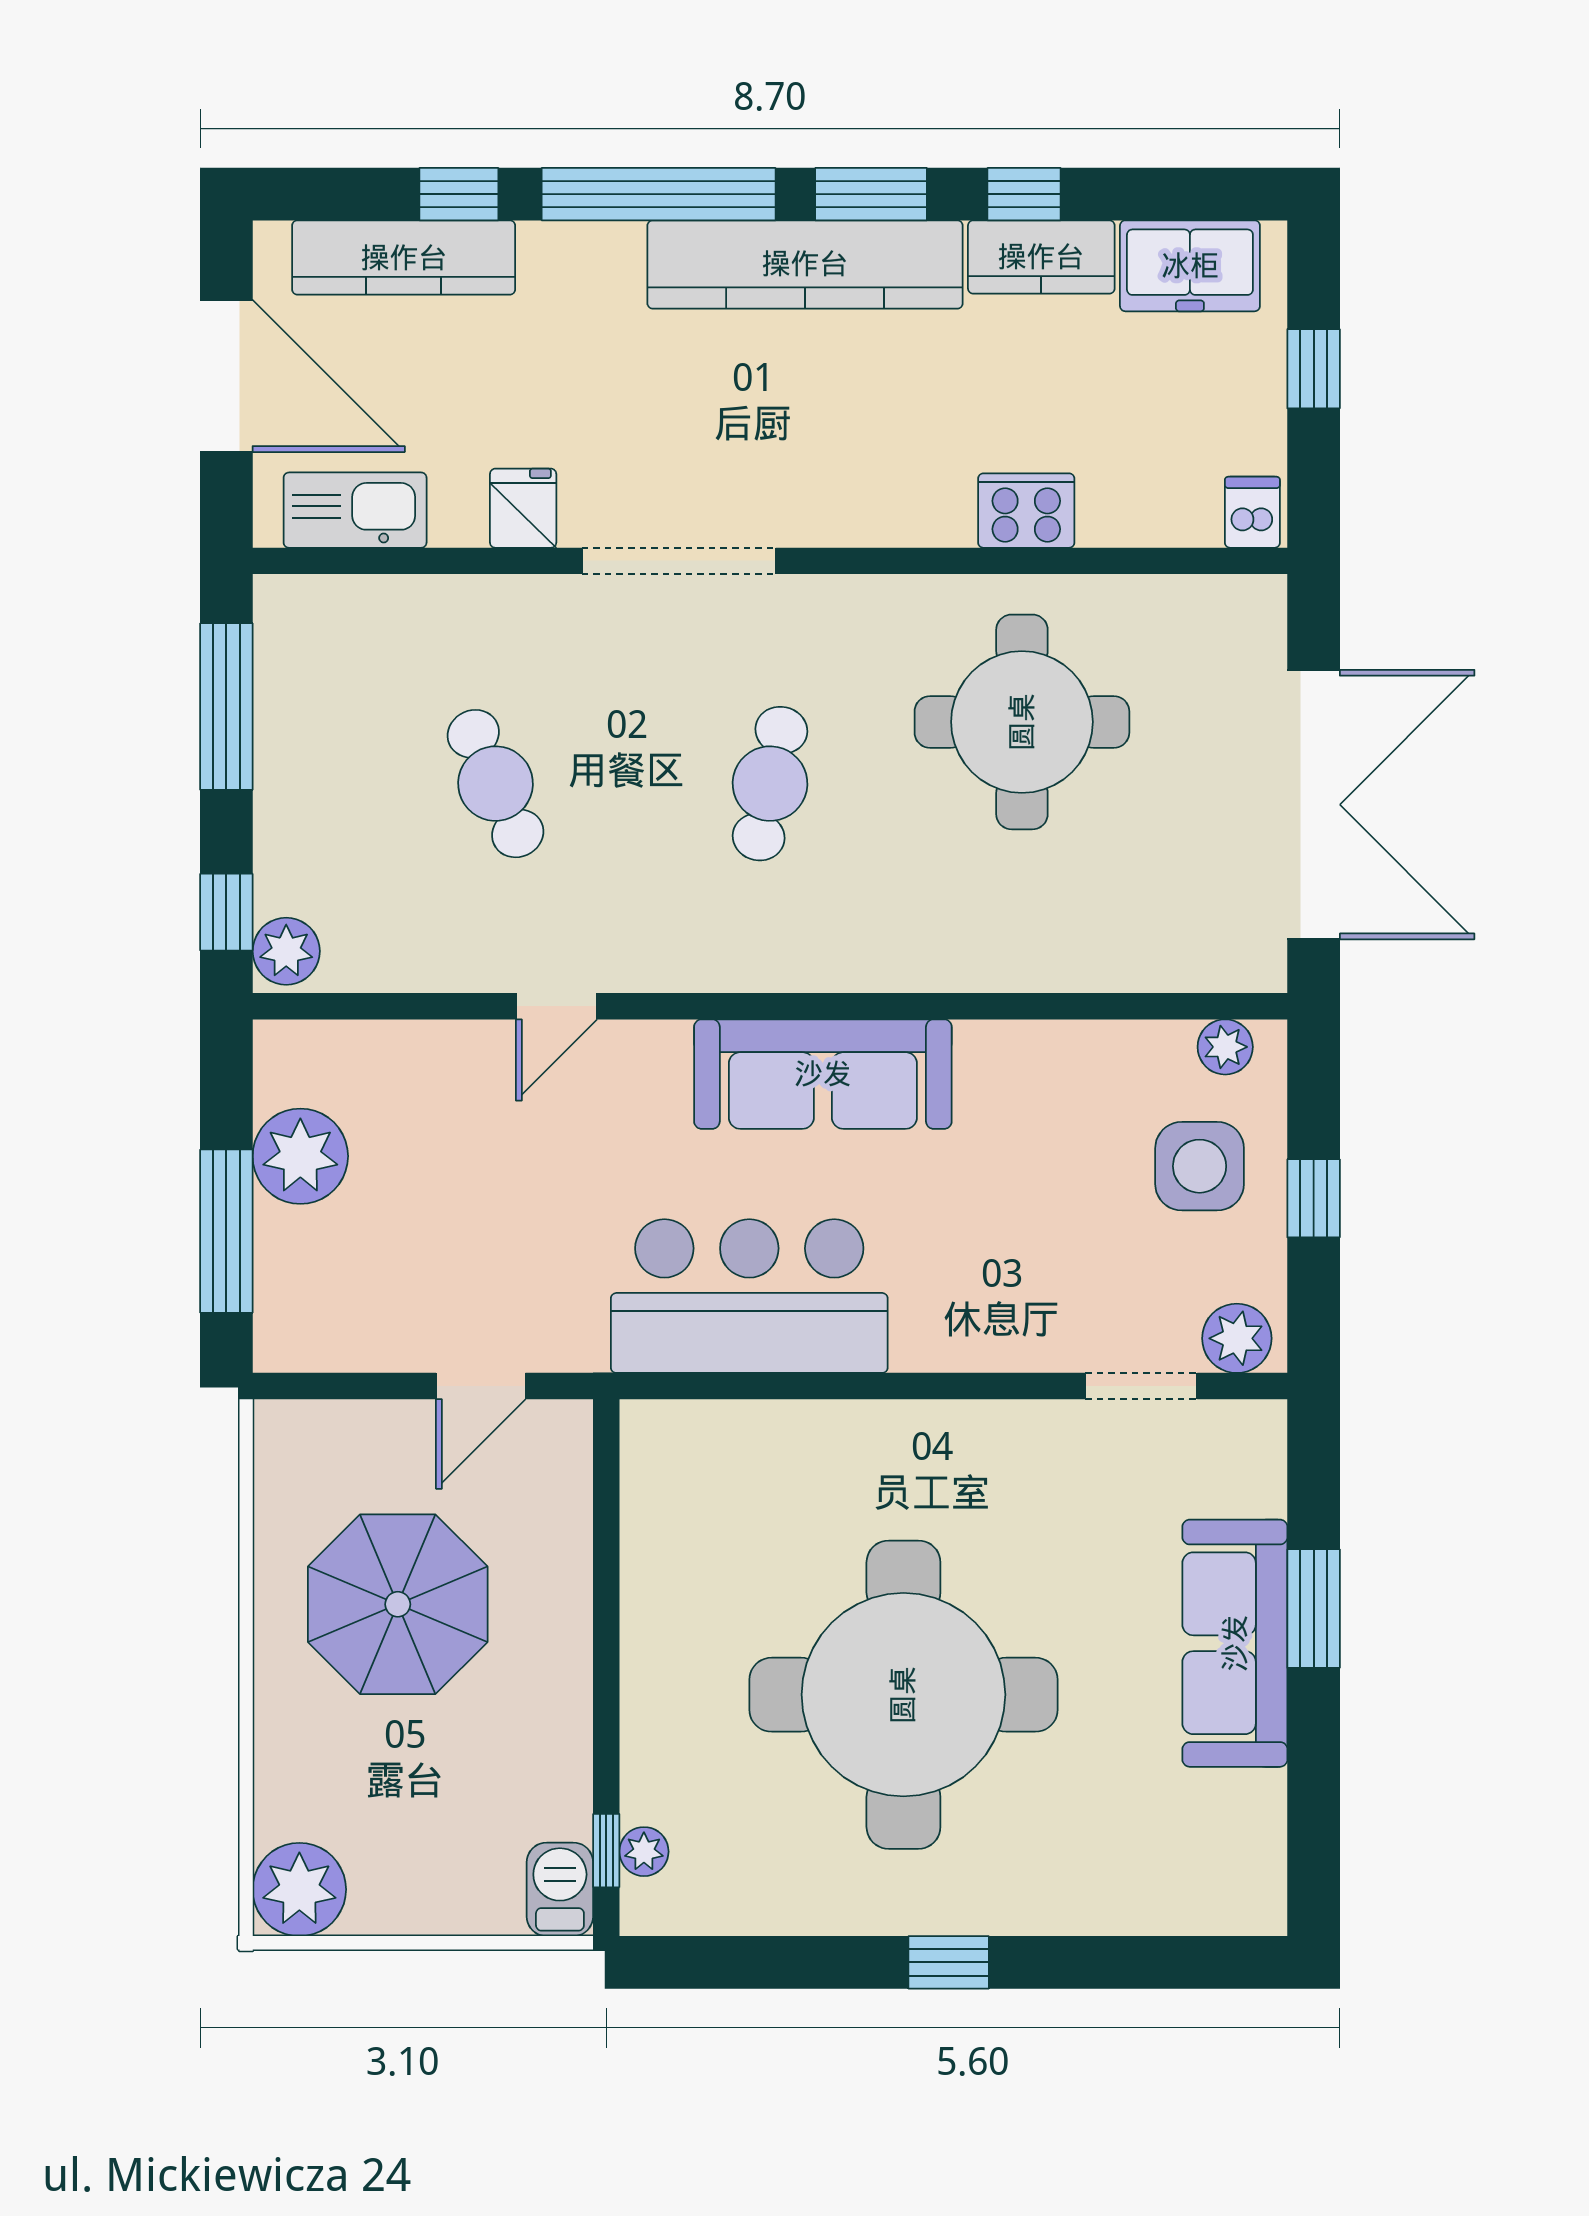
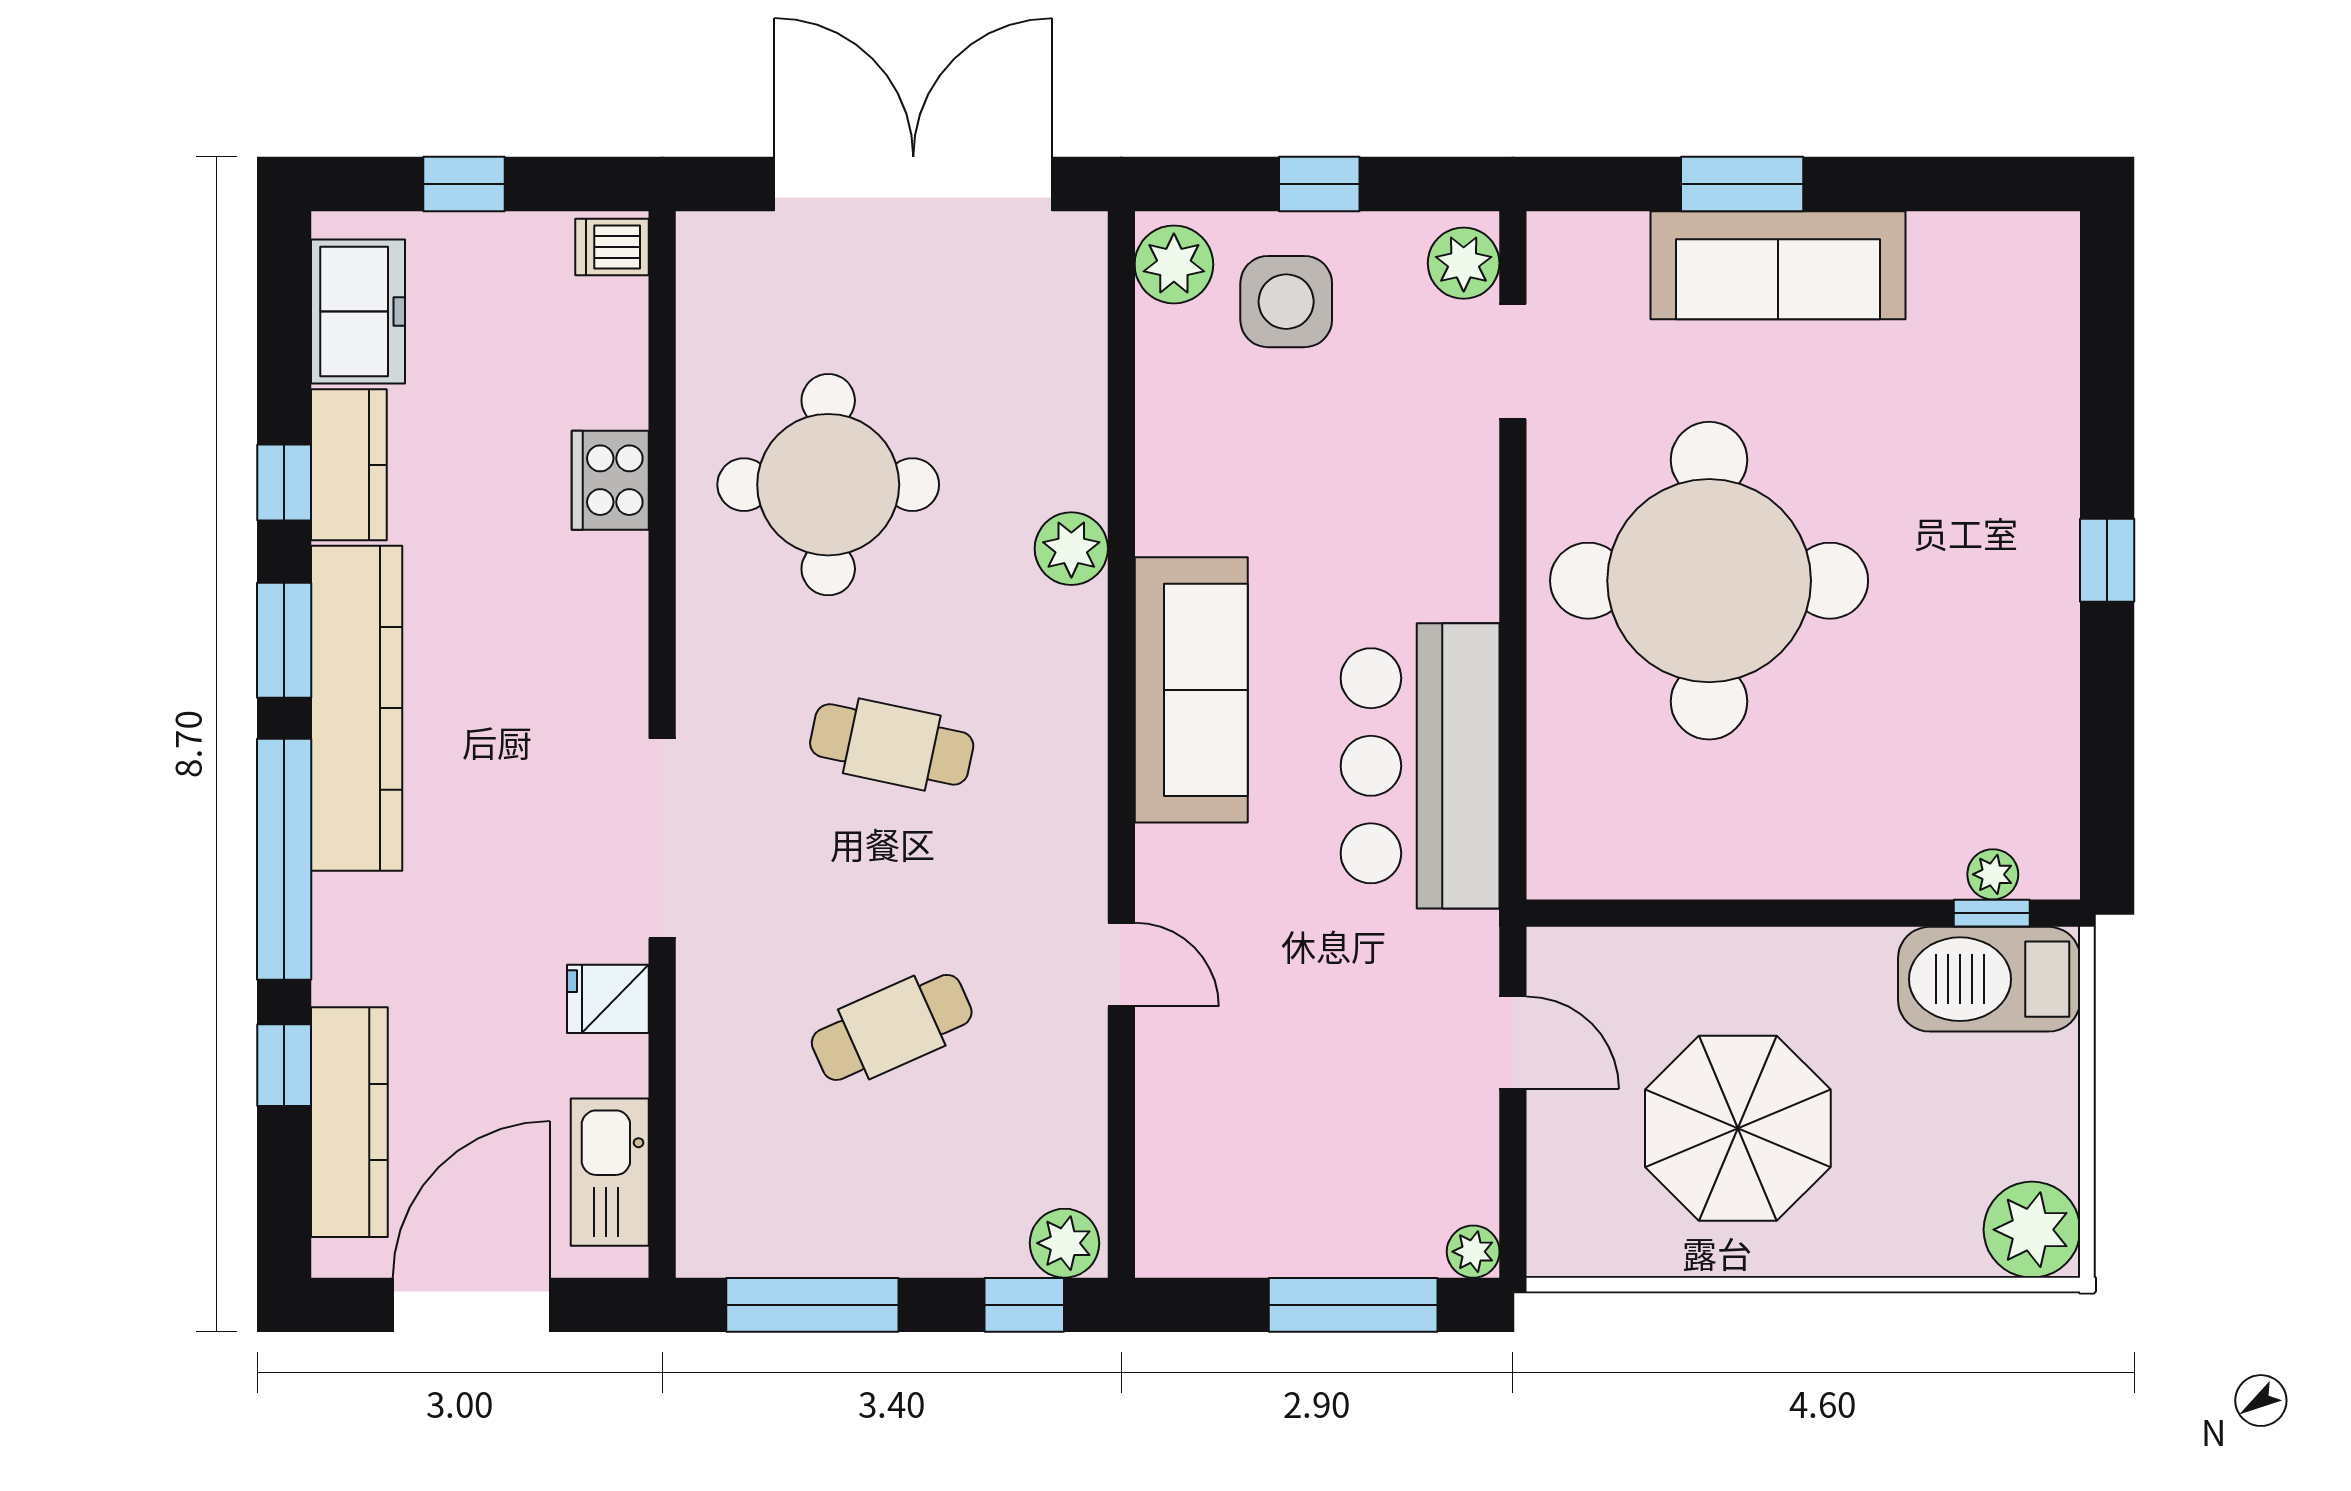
plant: (960, 958) -> (1071, 549), added
plant: (1225, 1047) -> (1174, 264), width x1.38, depth x1.38
plant: (300, 1156) -> (1473, 1252), moved, width x0.53, depth x0.53
round table: (903, 1695) -> (1709, 581), moved
barbecue: (560, 1889) -> (1989, 979), width x1.88, depth x1.53

